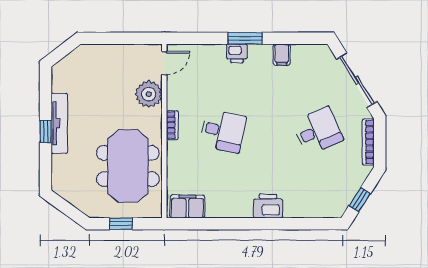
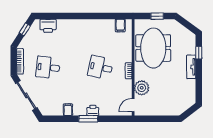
tv unit: (59, 123) -> (191, 67), width x0.71
window: (46, 131) -> (199, 53), moved
desk: (318, 131) -> (48, 67), turned 30
printer: (268, 206) -> (48, 26), moved
filing cabinet: (187, 207) -> (120, 26), width x0.50

